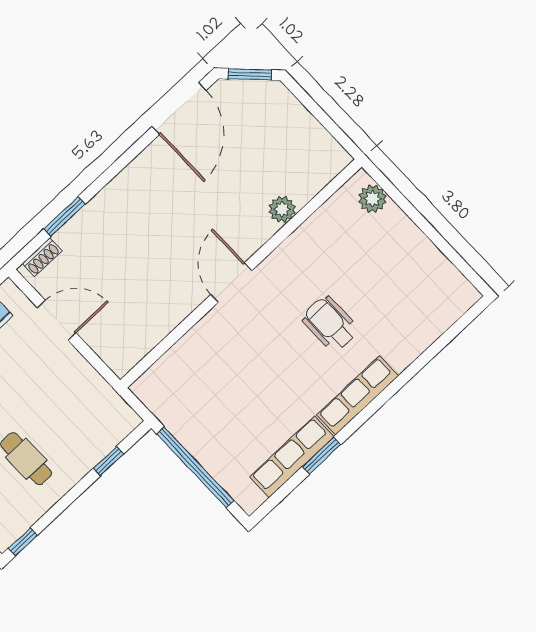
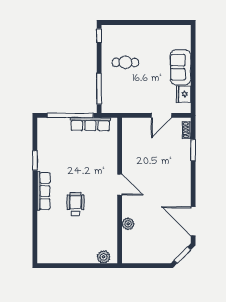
wheelchair: (330, 324) -> (76, 204), turned -90
row of seats: (292, 457) -> (90, 124), moved, turned 90
window: (108, 461) -> (99, 89), width x2.17

